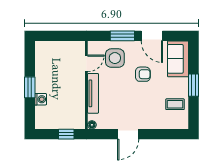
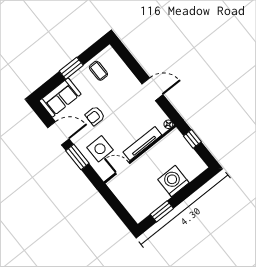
door: (152, 36) -> (58, 133), hinge flipped
armchair: (143, 74) -> (95, 116), turned -90
window: (30, 87) -> (162, 211), moved
washing machine: (41, 99) -> (173, 181), width x1.89, depth x1.89

